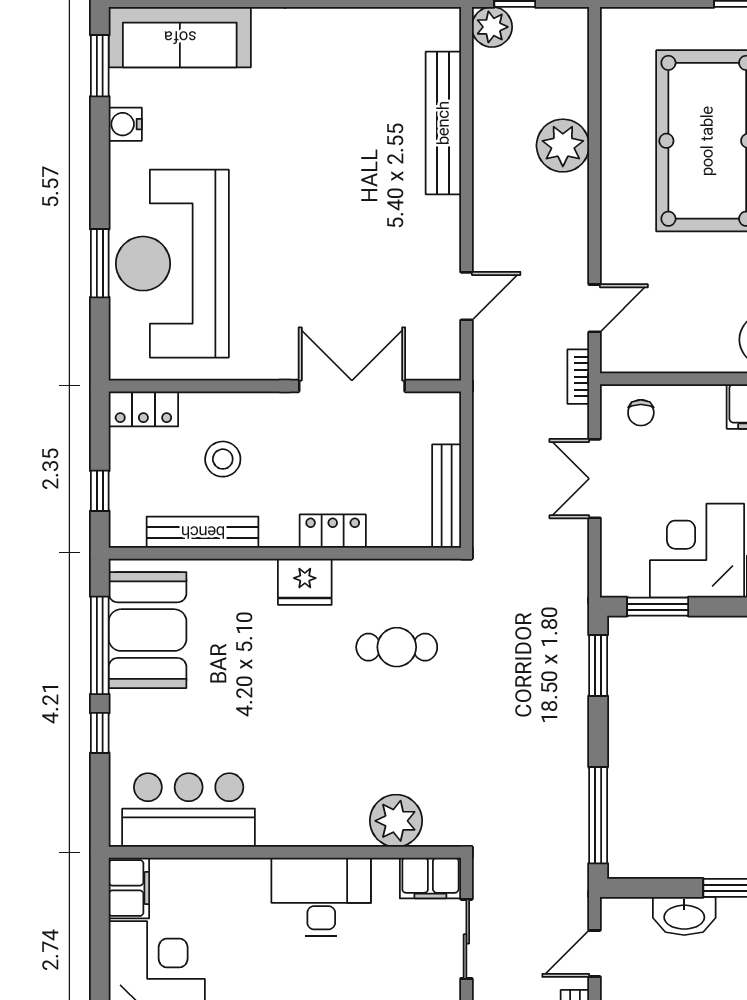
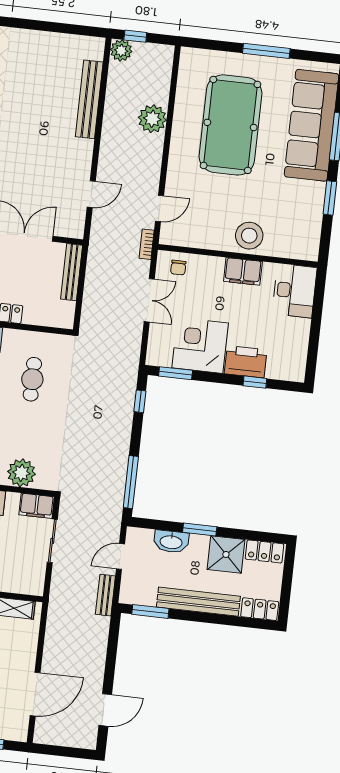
double door: (595, 479) -> (149, 300), swing flipped
bench: (447, 496) -> (72, 272), moved
cafe table: (397, 647) -> (32, 379), turned 90
window: (598, 665) -> (140, 401), width x0.67

